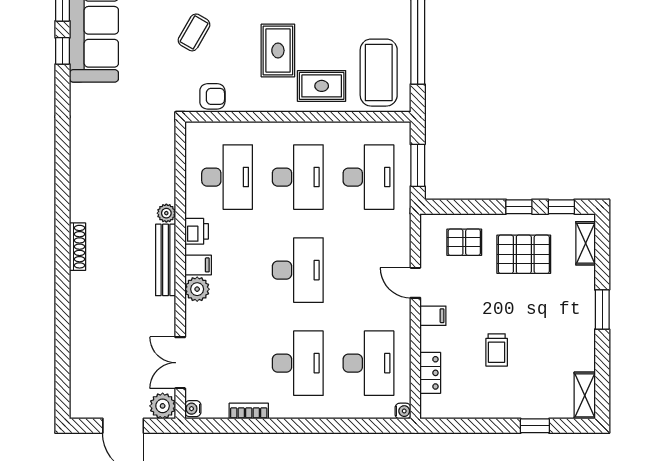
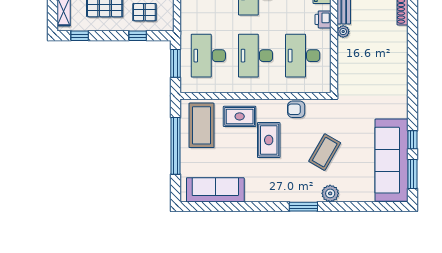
coffee table: (194, 32) -> (325, 152), width x1.36, depth x1.30
armchair: (212, 96) -> (296, 109), moved
window: (519, 207) -> (138, 36), moved

